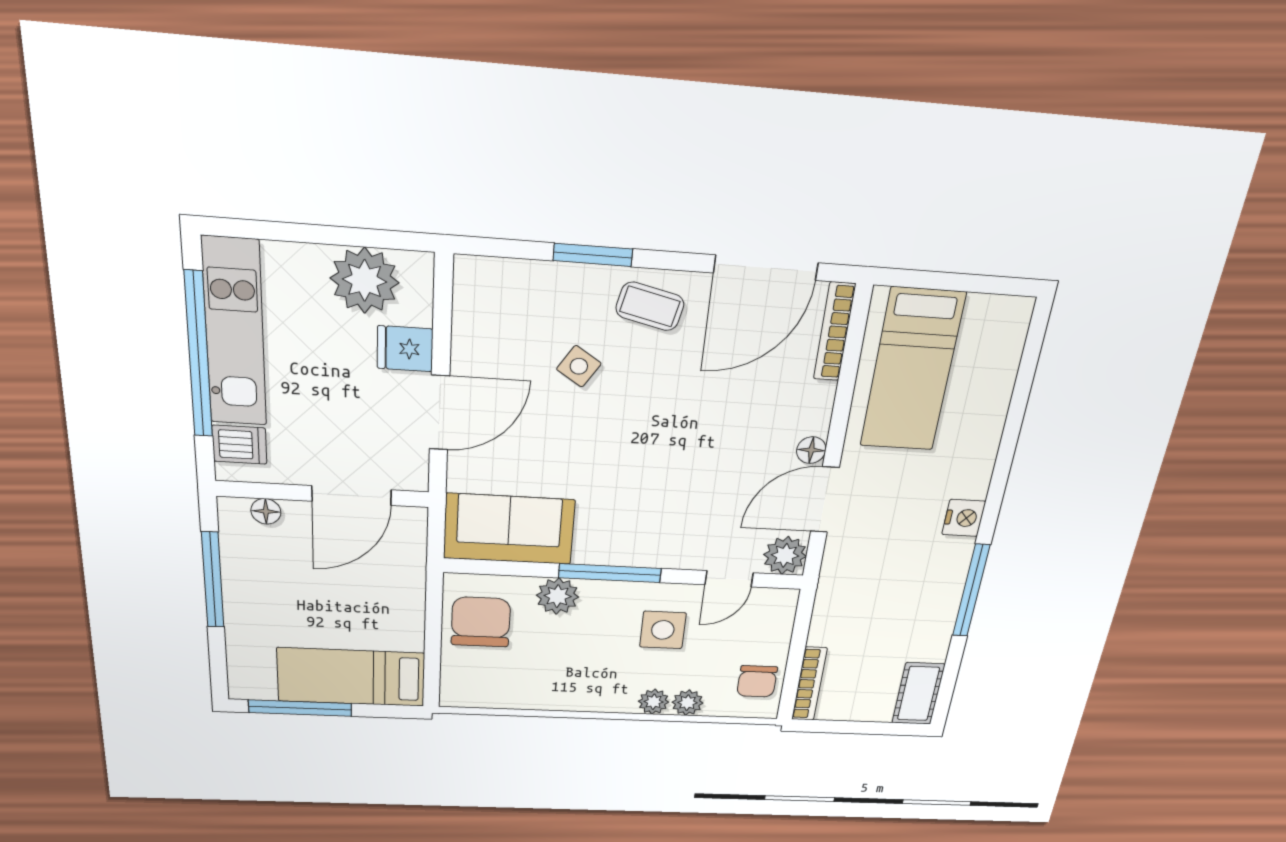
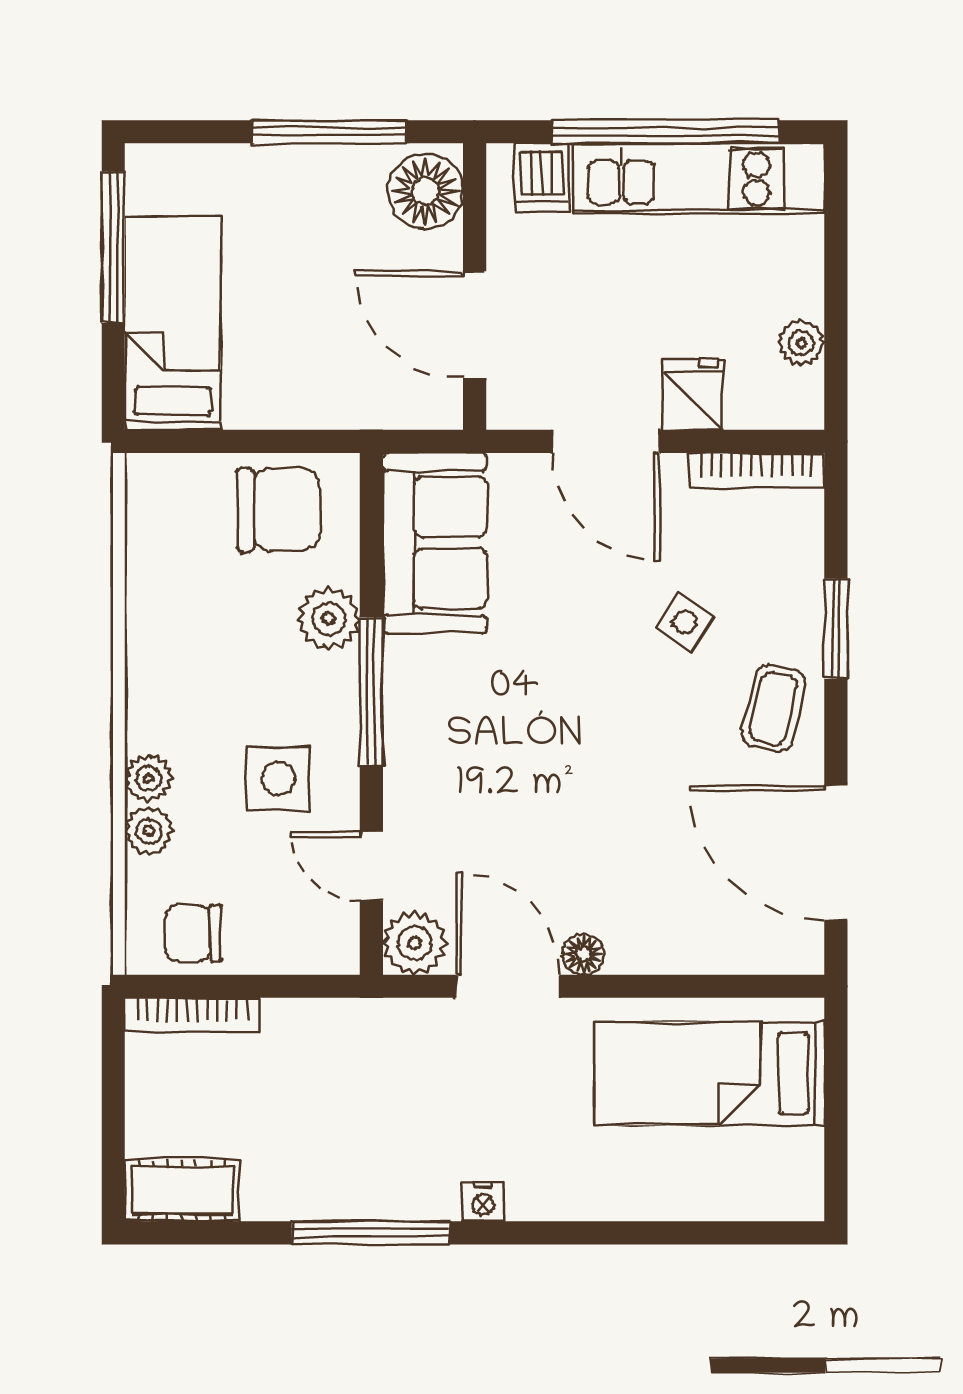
plant: (365, 280) -> (801, 343), width x0.53, depth x0.53
bookcase: (834, 332) -> (757, 470), moved, turned 180
floor lamp: (266, 511) -> (425, 191), width x1.89, depth x1.89
nightstand: (964, 518) -> (483, 1202), width x0.72, depth x0.74

